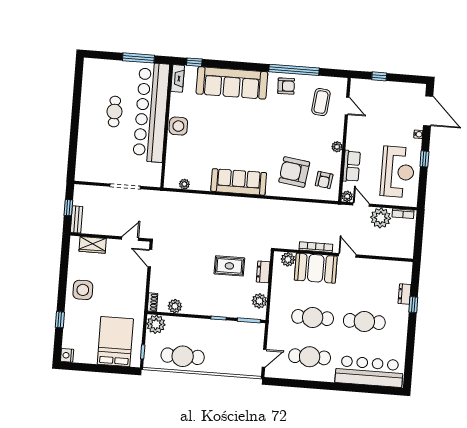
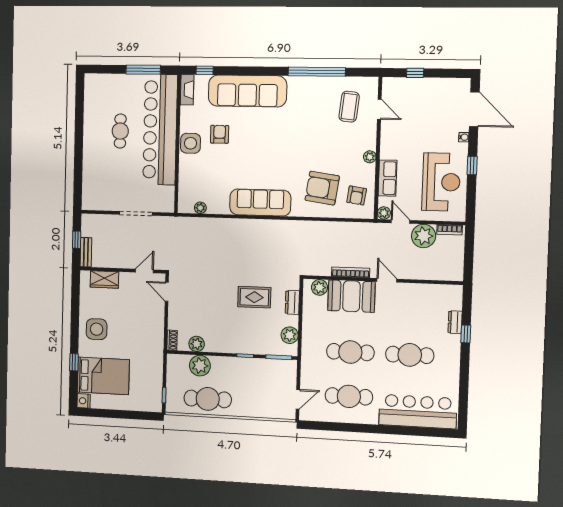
armchair: (286, 86) -> (220, 134), moved, turned -88
plant: (156, 324) -> (200, 366), moved
bed: (115, 342) -> (103, 376), moved, turned 90

